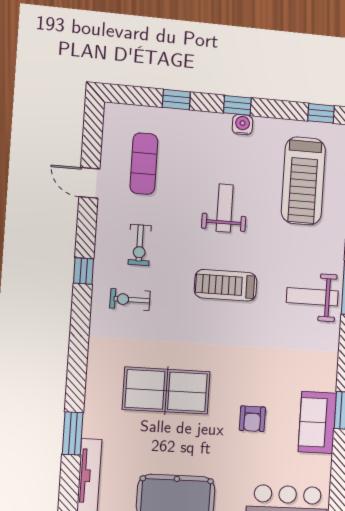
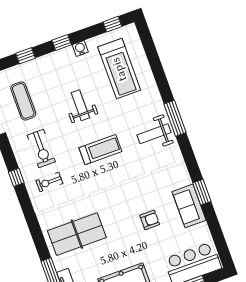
water cooler: (242, 125) -> (80, 48), moved
exercise bike: (140, 245) -> (41, 148), width x1.38, depth x1.39
treadmill: (226, 285) -> (100, 150), turned 180
table tennis table: (166, 391) -> (77, 234), moved
armchair: (252, 419) -> (150, 220), turned -90

